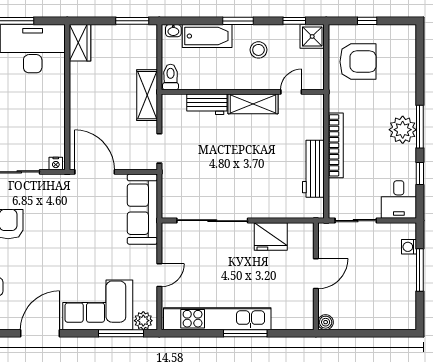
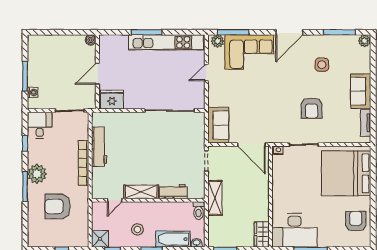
armchair: (358, 62) -> (58, 206), moved
window: (420, 127) -> (25, 187), moved
sofa: (142, 209) -> (218, 125), width x0.73
fridge: (271, 236) -> (112, 100), moved

